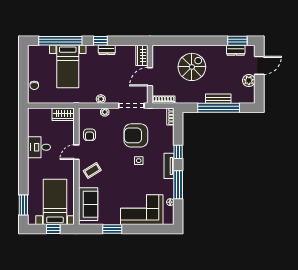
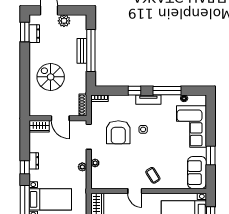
armchair: (90, 135) -> (118, 178), removed
sofa: (88, 204) -> (197, 173), moved, turned -90

